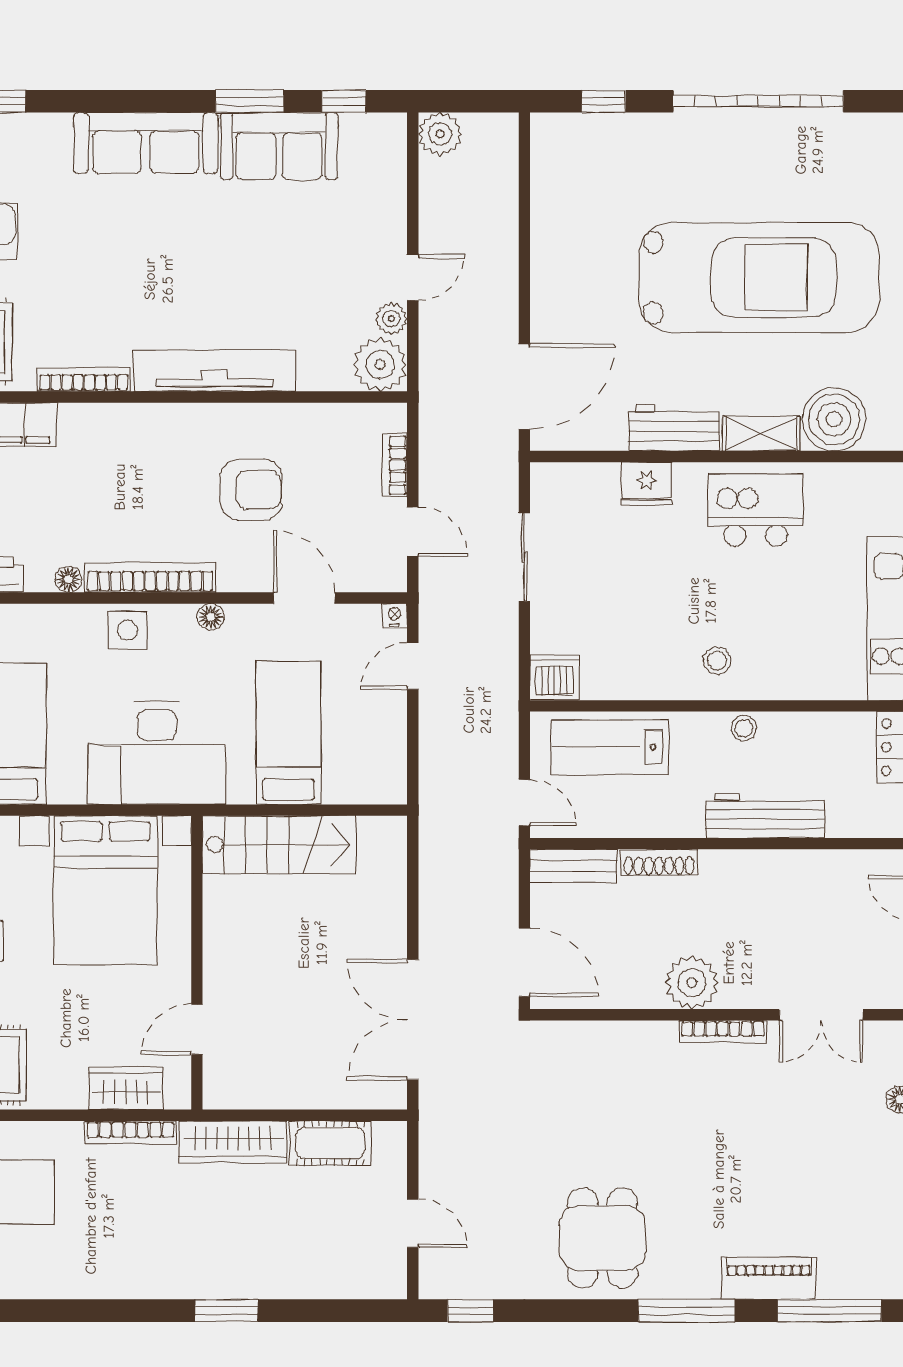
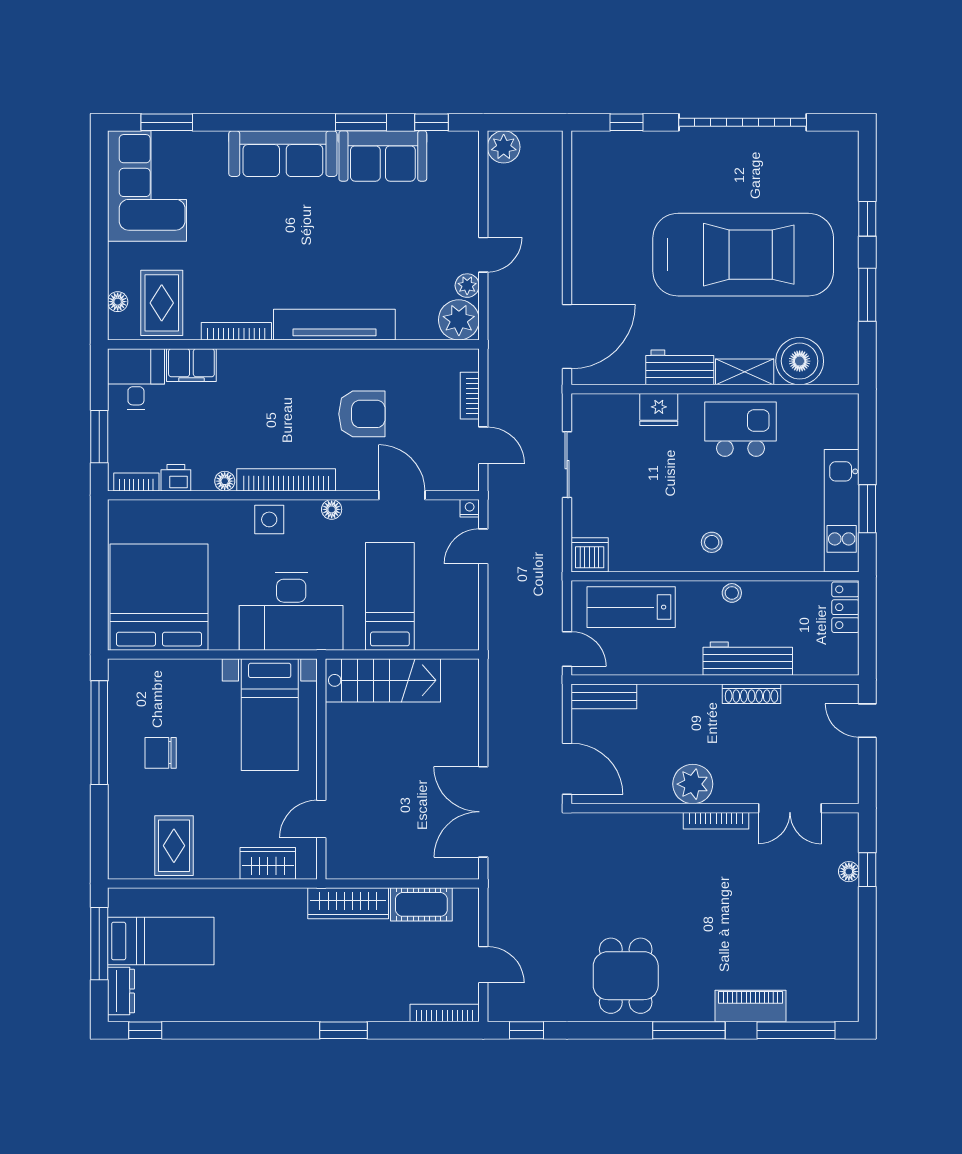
shoe rack: (659, 862) -> (752, 694), moved
bed with nightstands: (106, 890) -> (270, 715), width x0.73
bookcase: (130, 1133) -> (445, 1013), moved, turned 180

